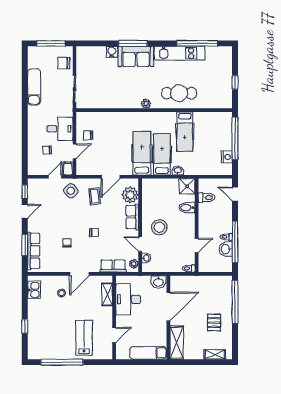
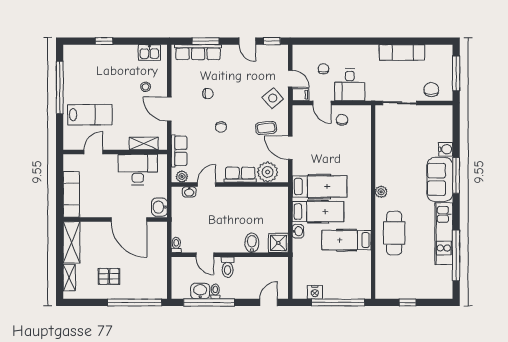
toilet: (207, 198) -> (228, 267), moved
stool: (159, 227) -> (227, 208), removed
door: (114, 335) -> (93, 152), swing flipped
shelving: (177, 343) -> (72, 242), moved, turned 90

